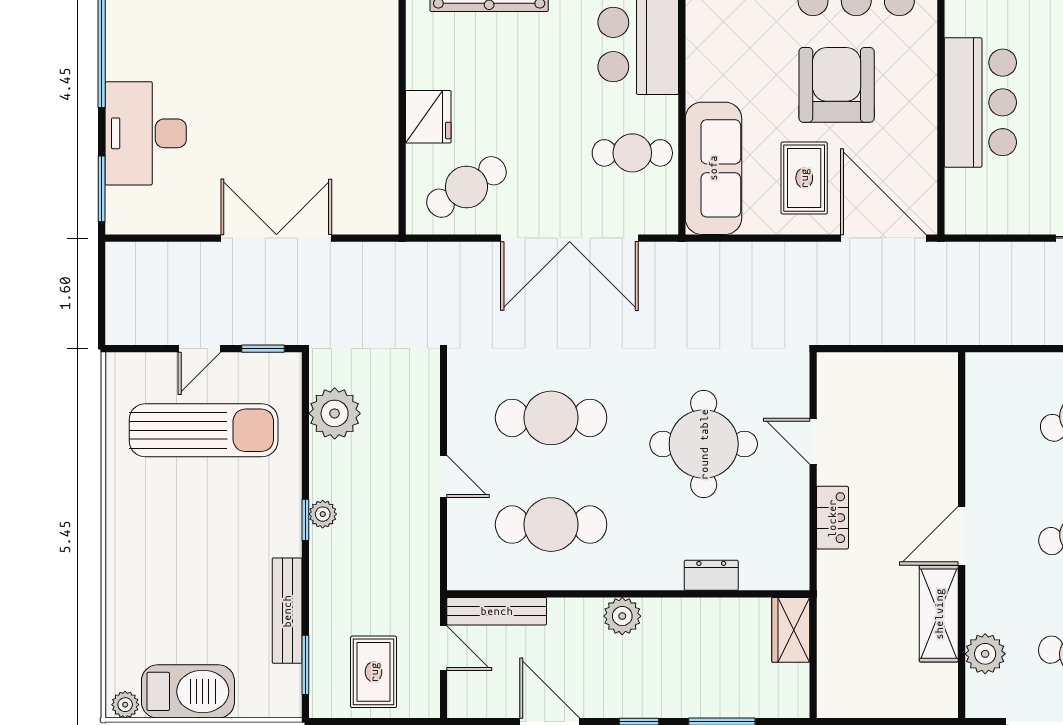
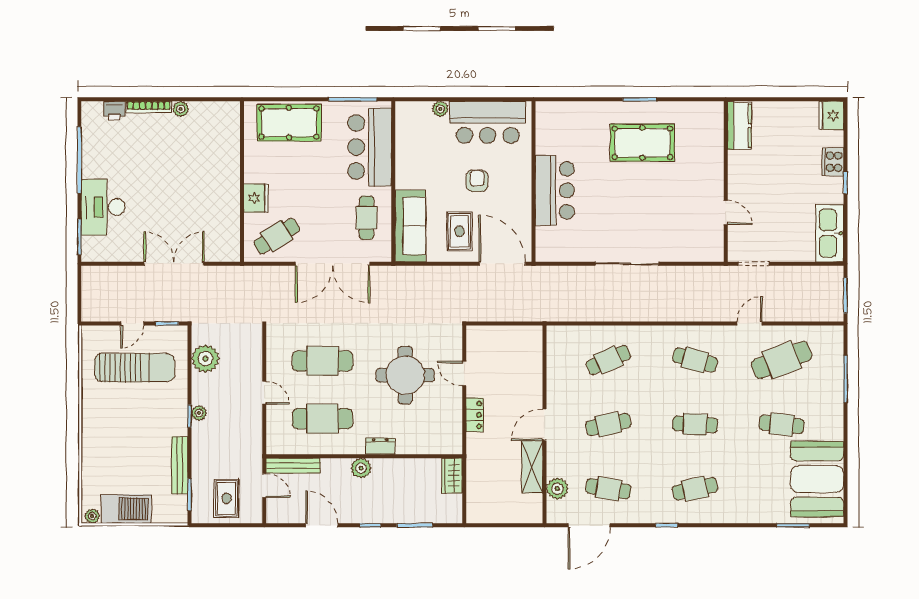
armchair: (837, 85) -> (477, 181), width x0.53, depth x0.53
cafe table: (632, 153) -> (366, 218), turned 90
dresser: (711, 575) -> (380, 446), moved

